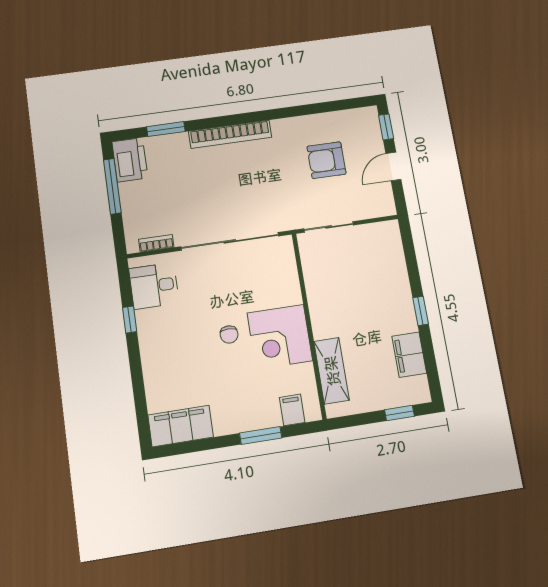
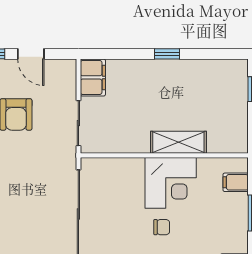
filing cabinet: (409, 355) -> (93, 77), moved, turned -90
shelving: (332, 371) -> (178, 142), moved

